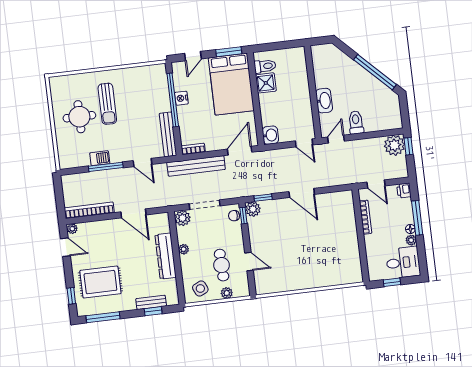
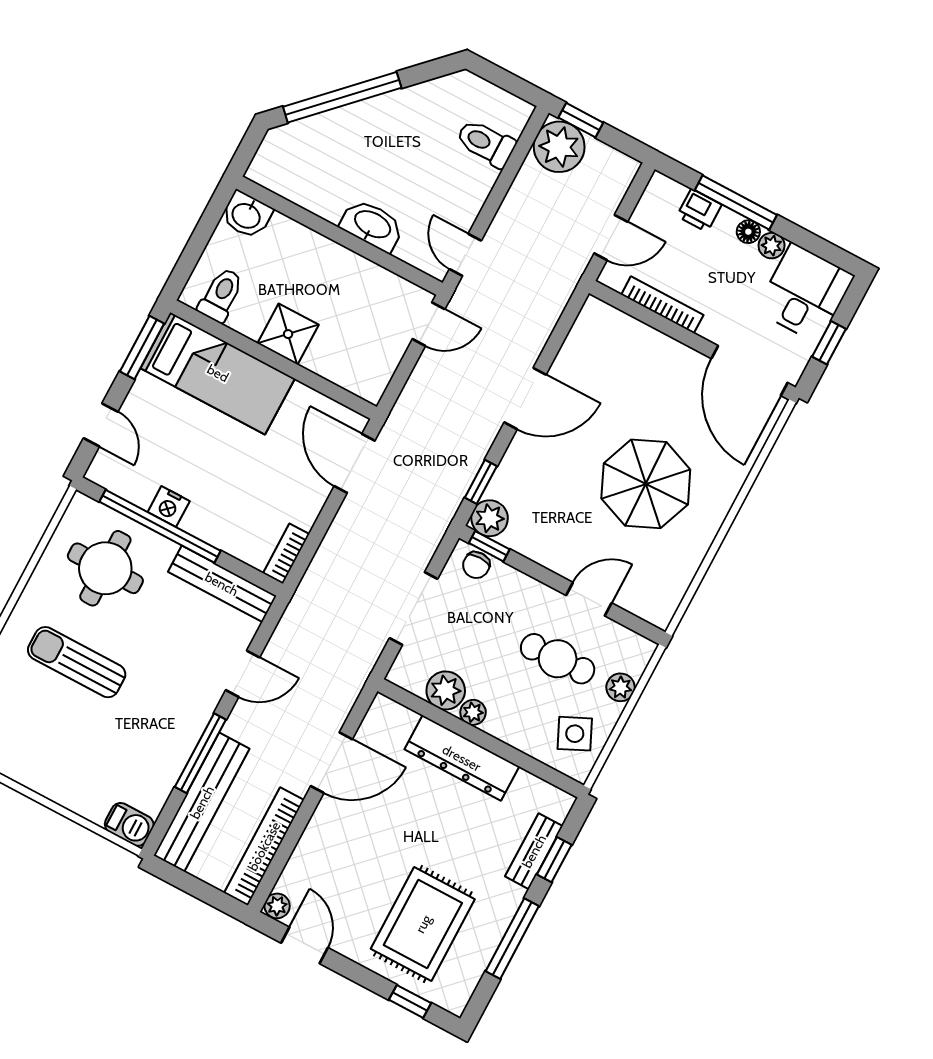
window: (375, 72) -> (342, 97), moved
shower: (266, 83) -> (288, 334), moved
bed: (231, 84) -> (218, 373), width x0.67
sun lounger: (107, 104) -> (77, 662), turned 180
round table: (79, 117) -> (105, 568), moved
toilet: (356, 122) -> (486, 143), moved
washbasin: (270, 135) -> (247, 215), moved, turned 180
barbecue: (100, 158) -> (129, 824), moved, turned 90
bench: (196, 166) -> (202, 802), moved
printer: (404, 191) -> (699, 210), moved
plant: (183, 218) -> (446, 690), moved
door: (65, 247) -> (304, 945), hinge flipped
parasol: (301, 254) -> (646, 484), added
door: (364, 262) -> (749, 371), added
window: (103, 317) -> (512, 939), moved

